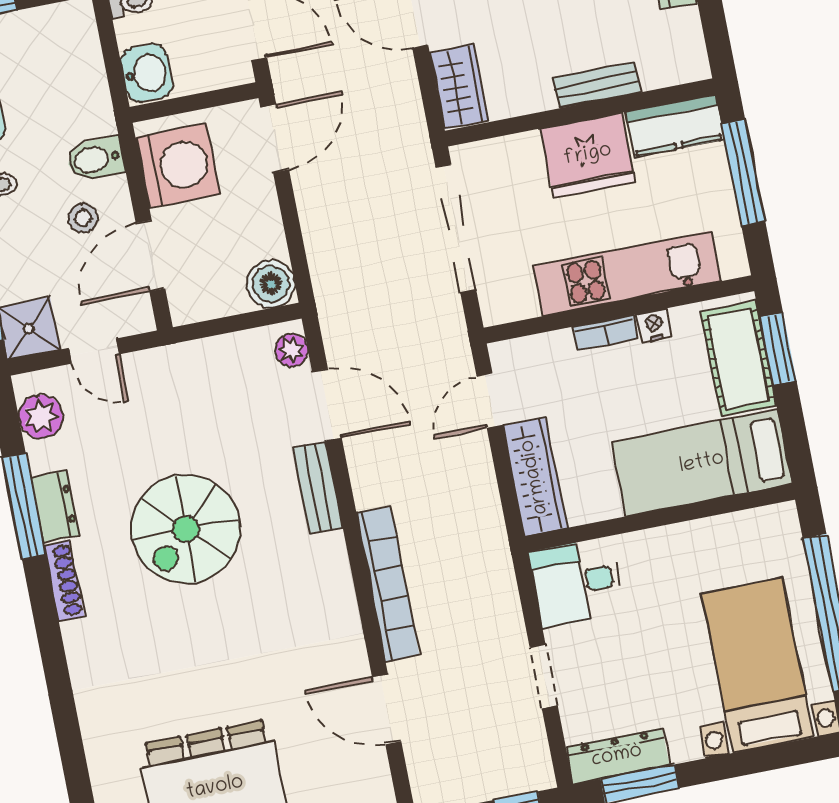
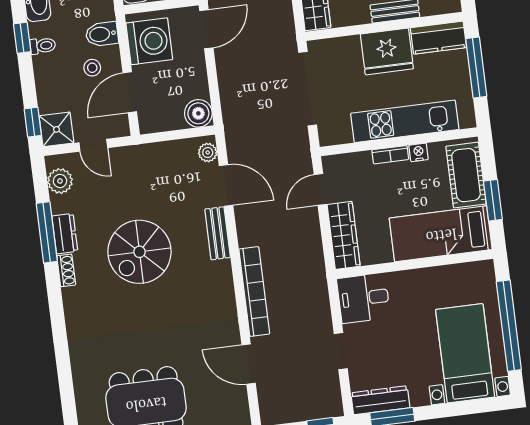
window: (778, 349) -> (493, 200), moved
shoe rack: (64, 581) -> (66, 270), width x0.70

